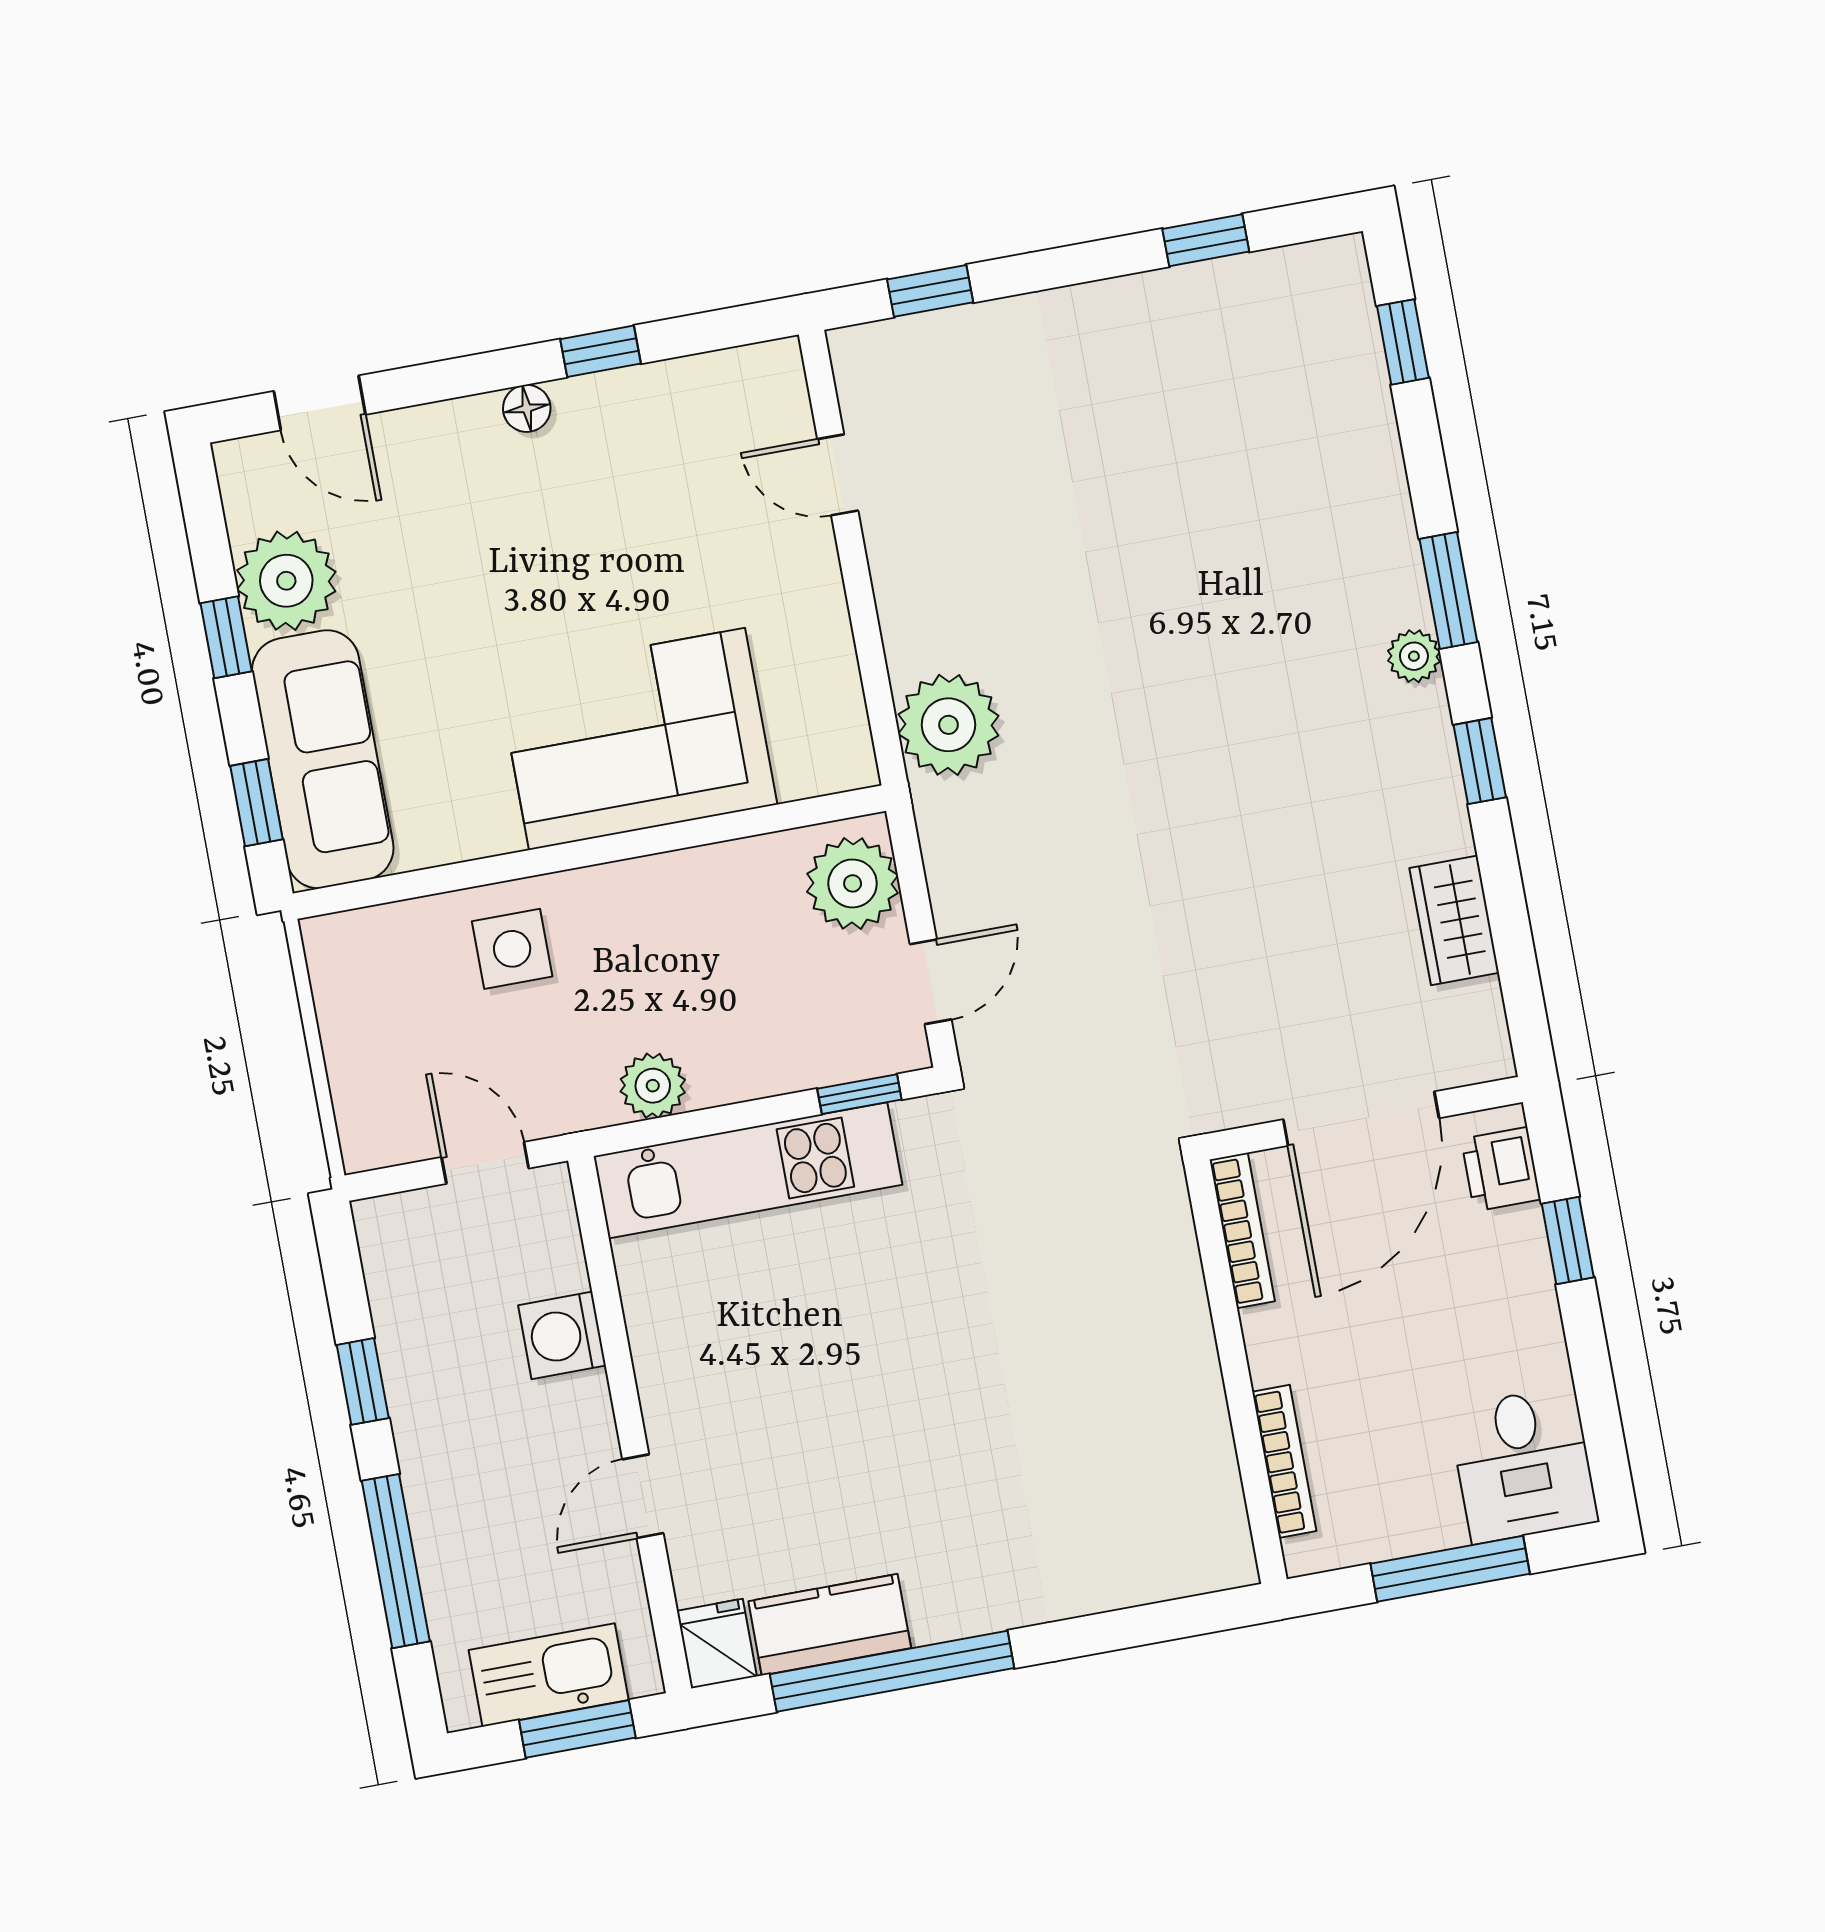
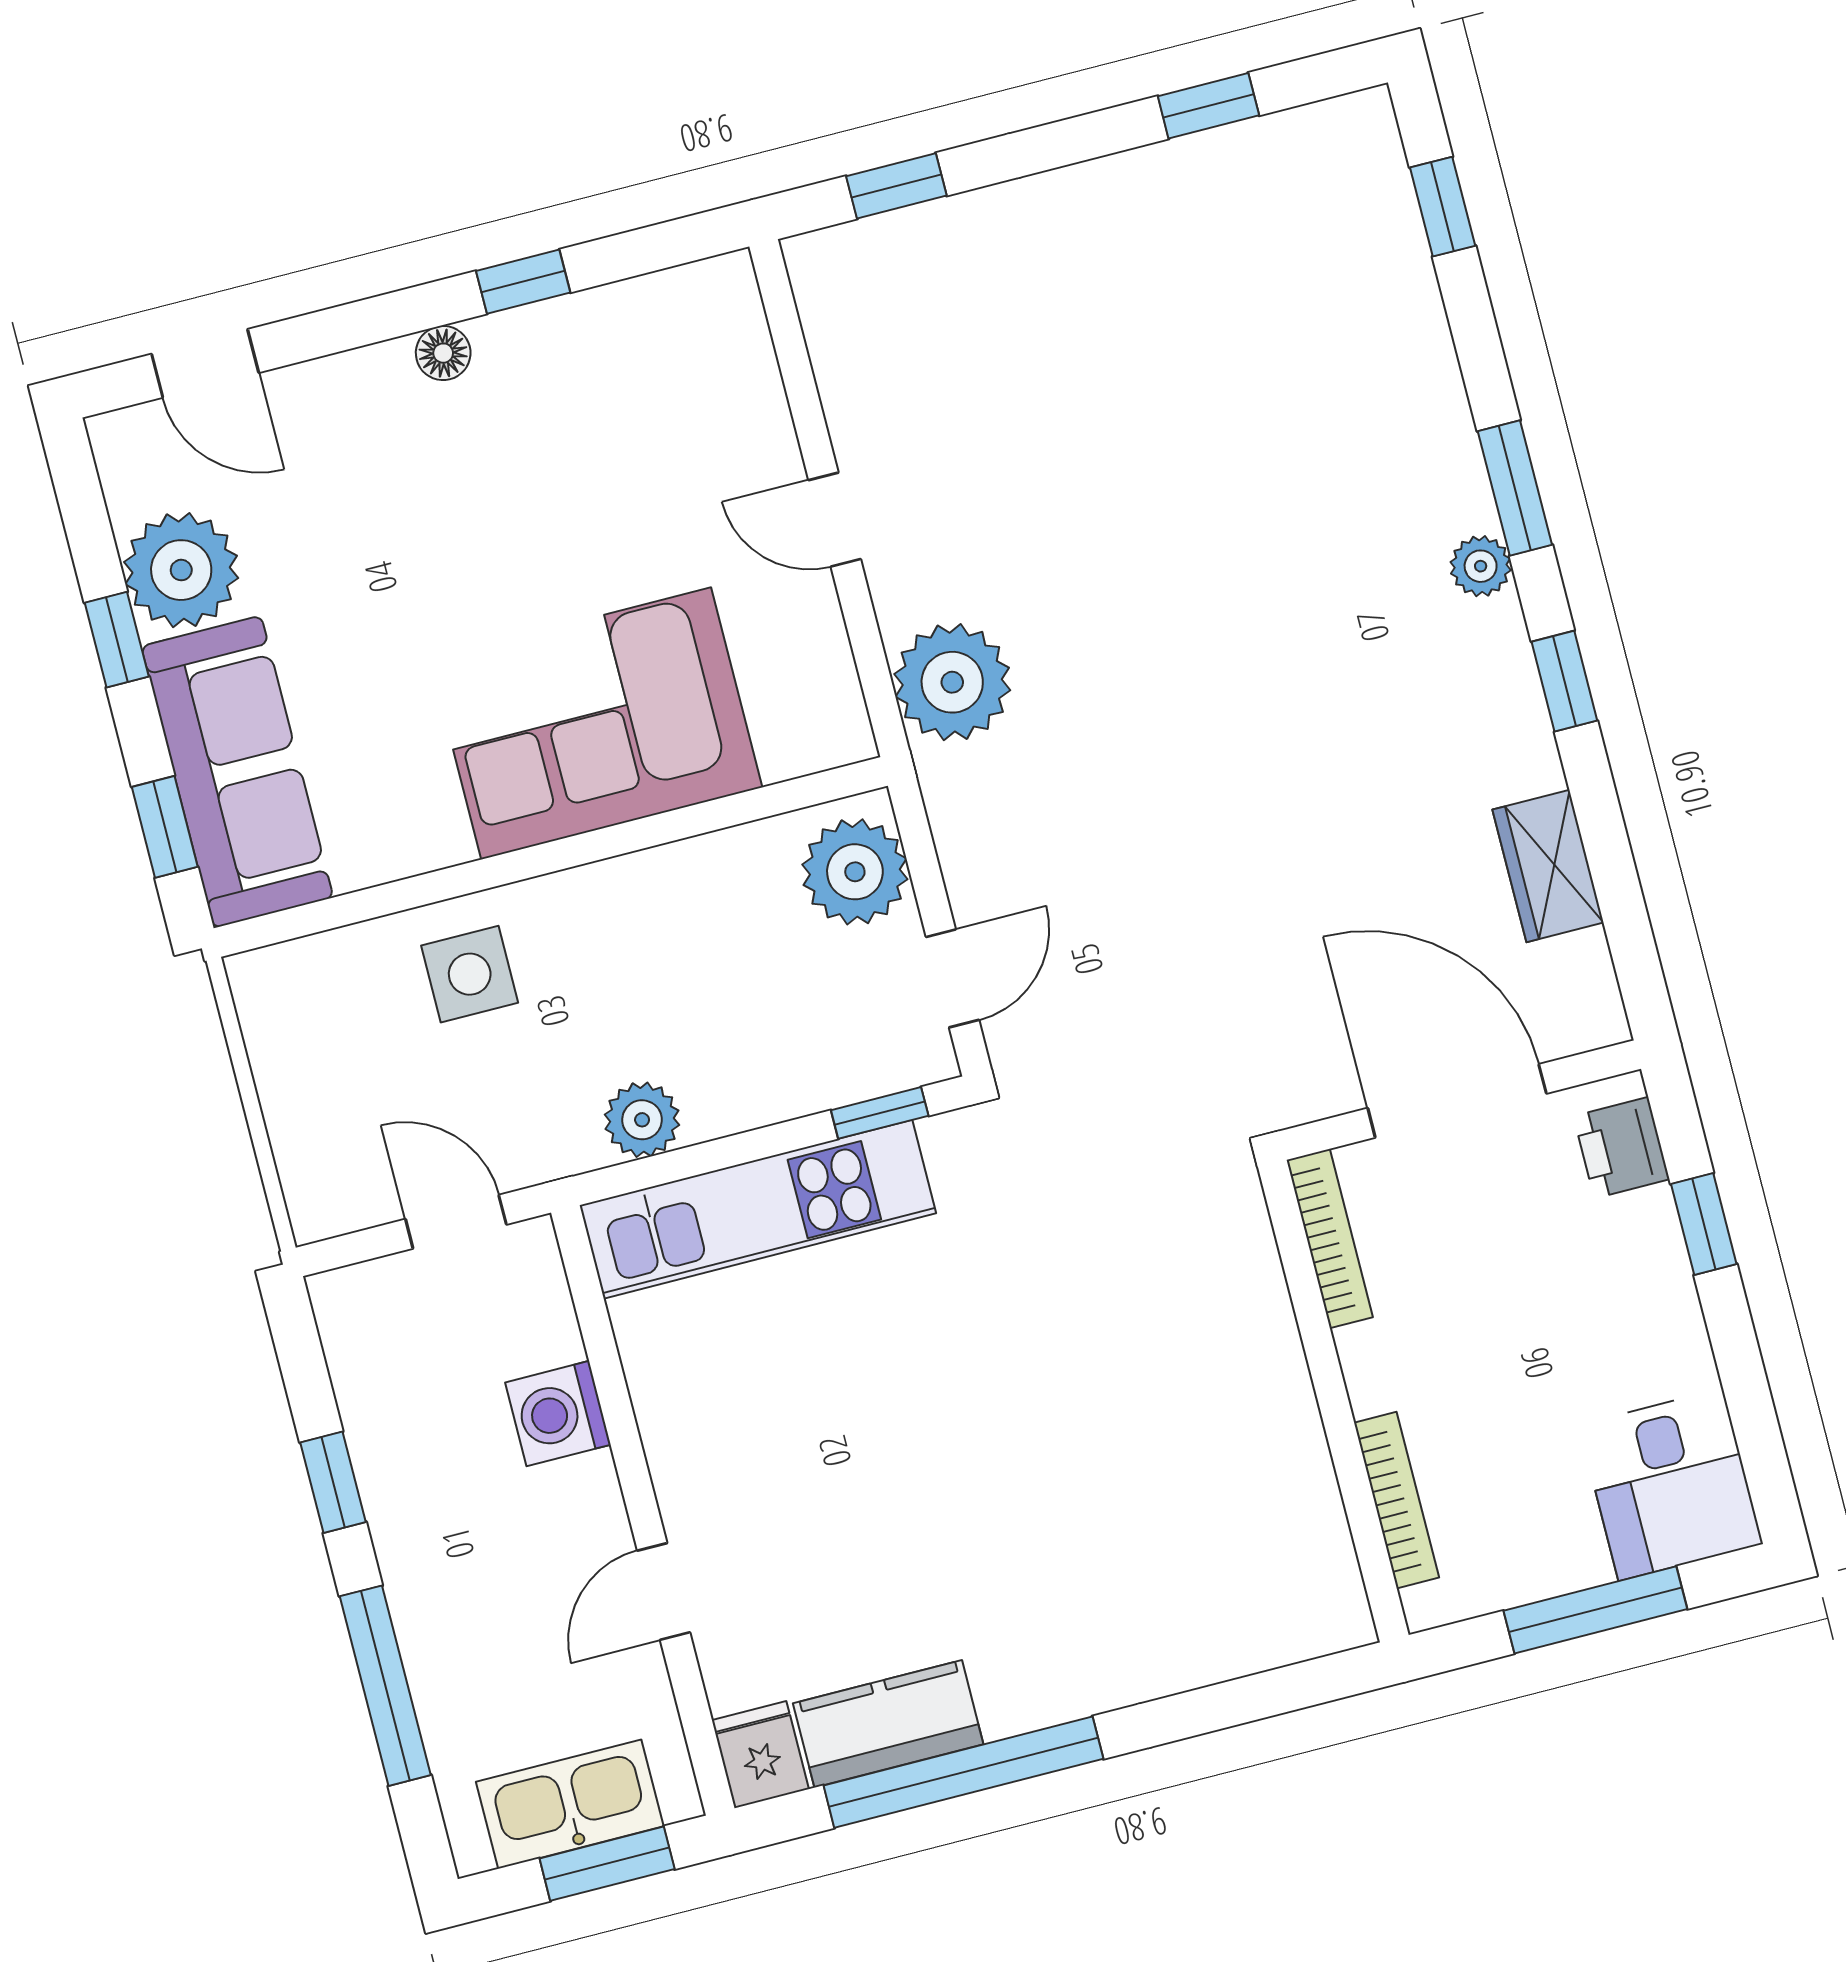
door: (838, 475) -> (835, 520), moved
door: (1361, 1119) -> (1457, 1101), swing flipped

